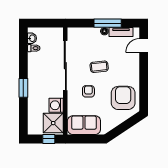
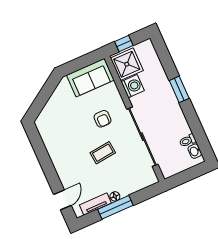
armchair: (123, 98) -> (59, 129), removed

